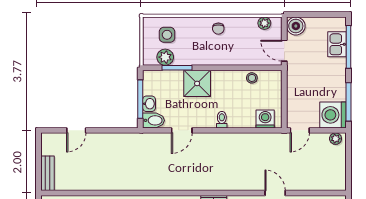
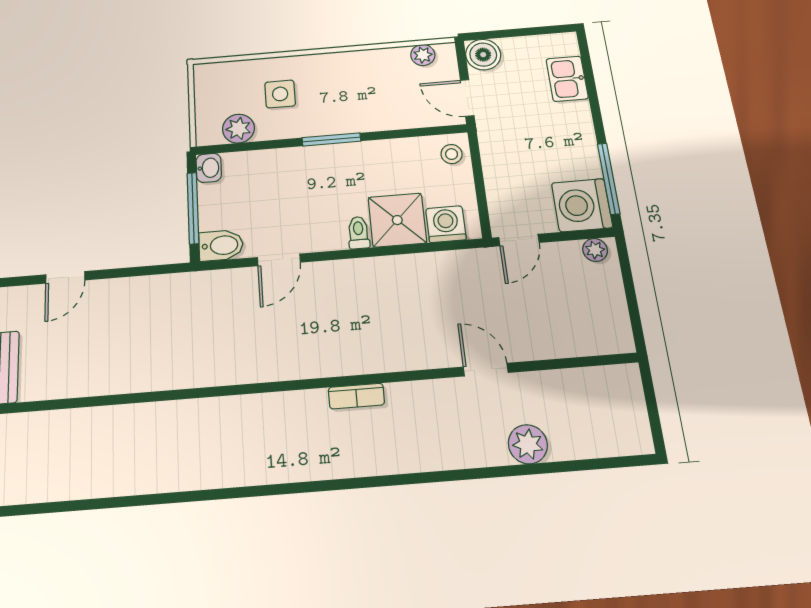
chair: (218, 29) -> (337, 71), removed
side table: (167, 35) -> (280, 94), moved
window: (349, 47) -> (590, 81), removed
window: (177, 68) -> (331, 139), moved
stool: (252, 78) -> (452, 154), moved
shower: (197, 83) -> (397, 220), moved
washbasin: (149, 104) -> (209, 168), moved

